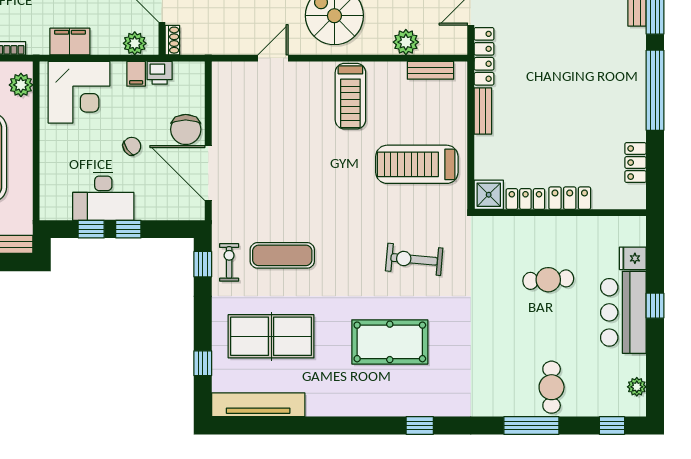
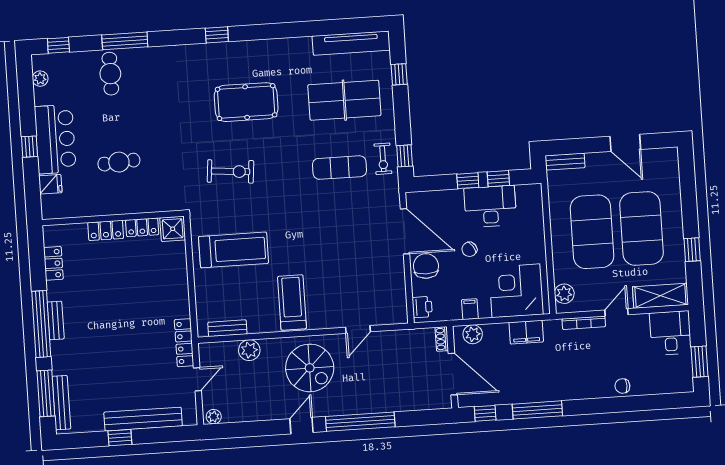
printer: (160, 73) -> (422, 307), moved, turned 90
bench: (483, 111) -> (56, 320), moved

